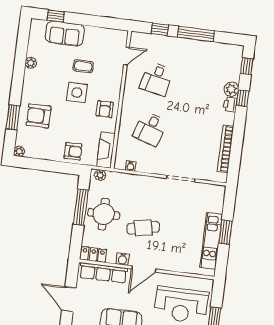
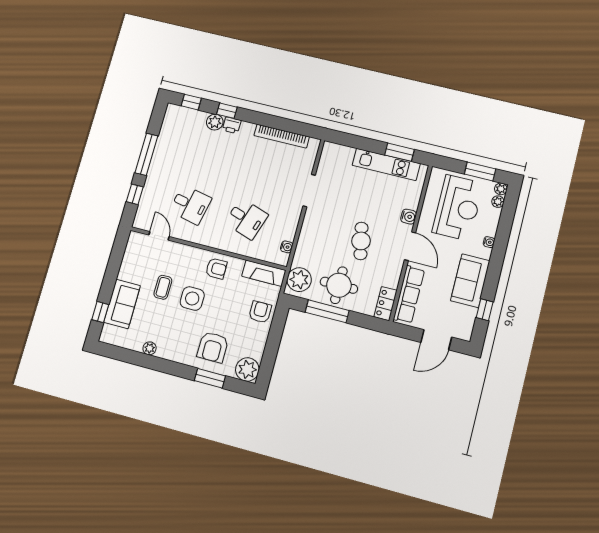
plant: (19, 151) -> (247, 369), width x1.88, depth x1.88
plant: (100, 175) -> (299, 280), width x1.87, depth x1.87
window: (225, 232) -> (400, 152), moved
water cooler: (123, 259) -> (409, 217), moved

